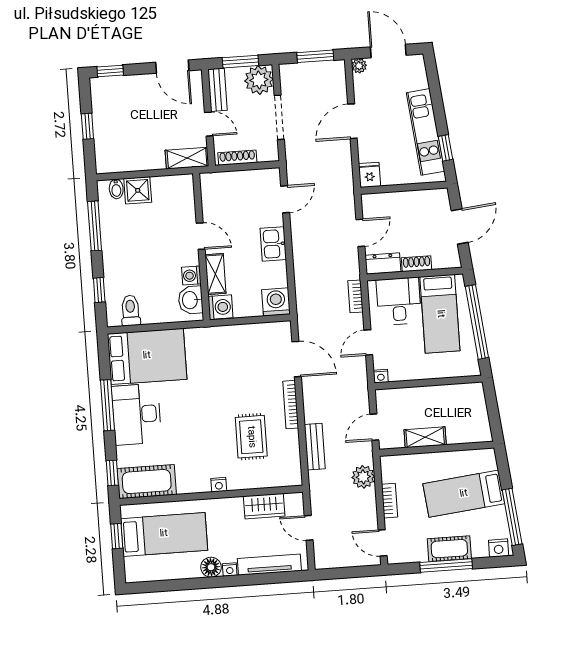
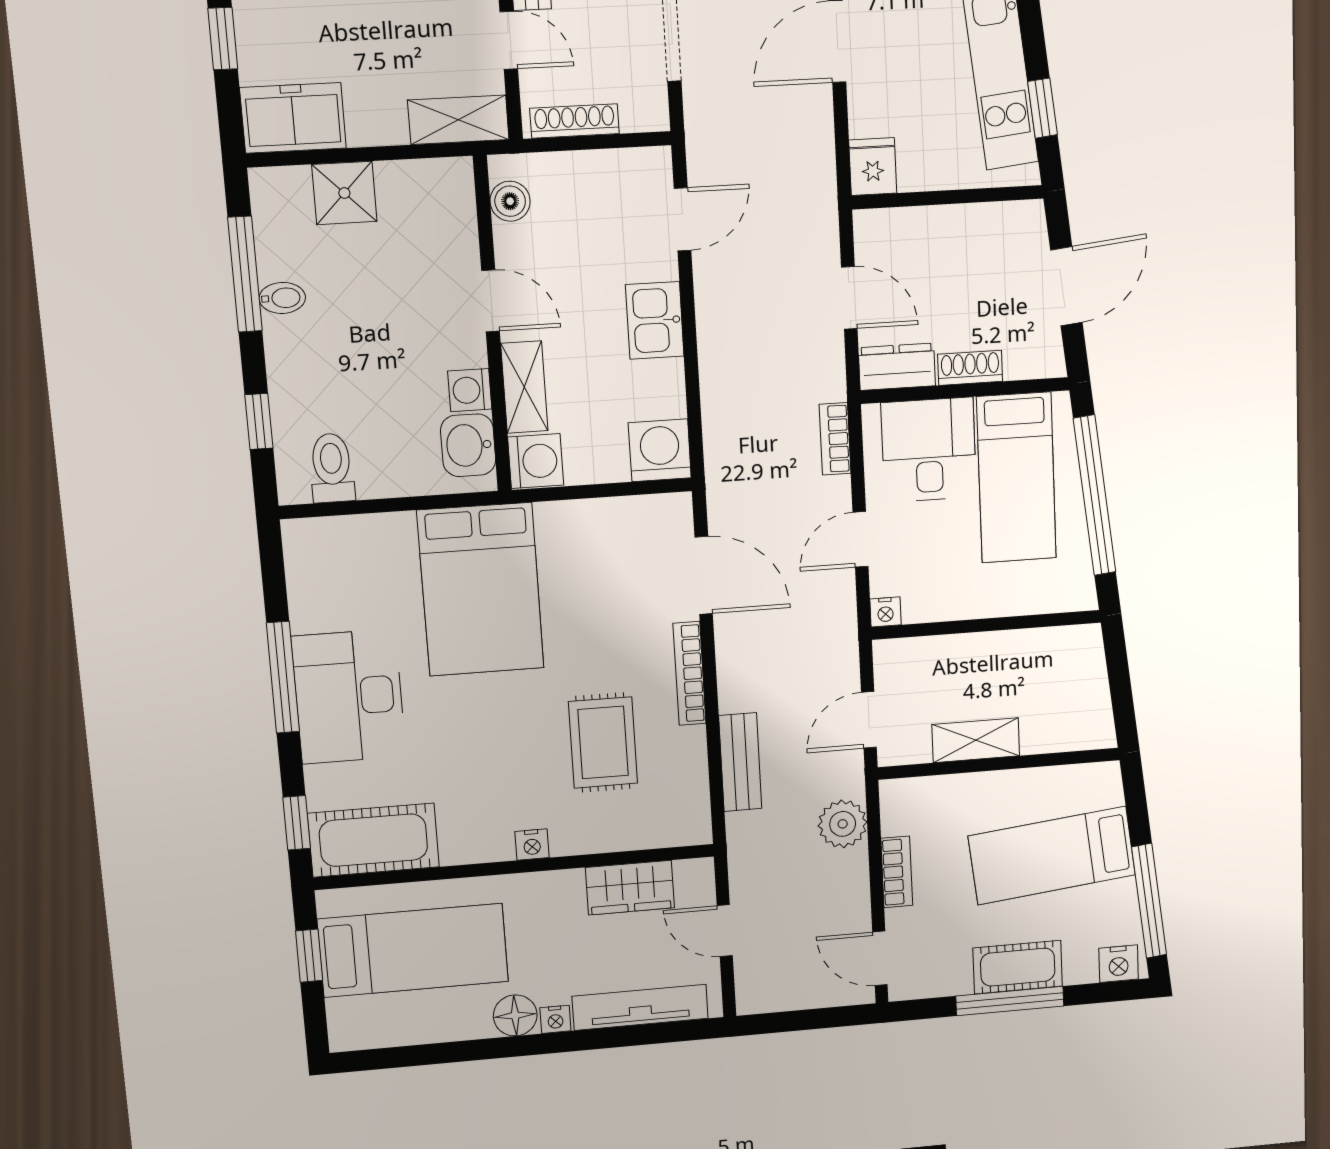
freezer: (116, 159) -> (293, 118), added
bidet: (116, 189) -> (282, 298), moved, turned -90
boiler: (209, 193) -> (510, 201), added
door: (360, 233) -> (849, 298), hinge flipped
bed: (147, 356) -> (481, 589), moved, turned 90

